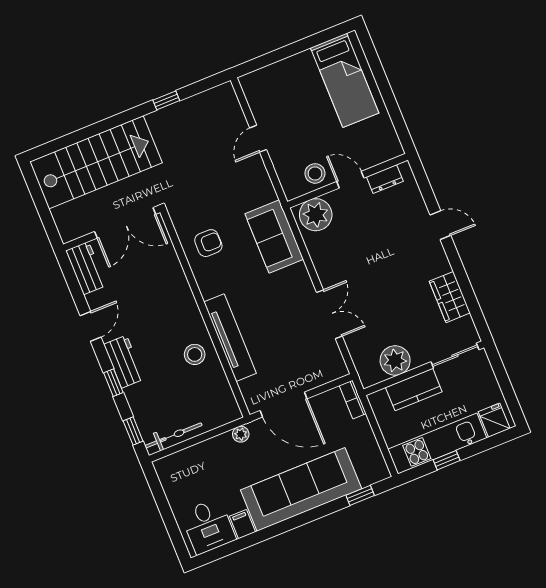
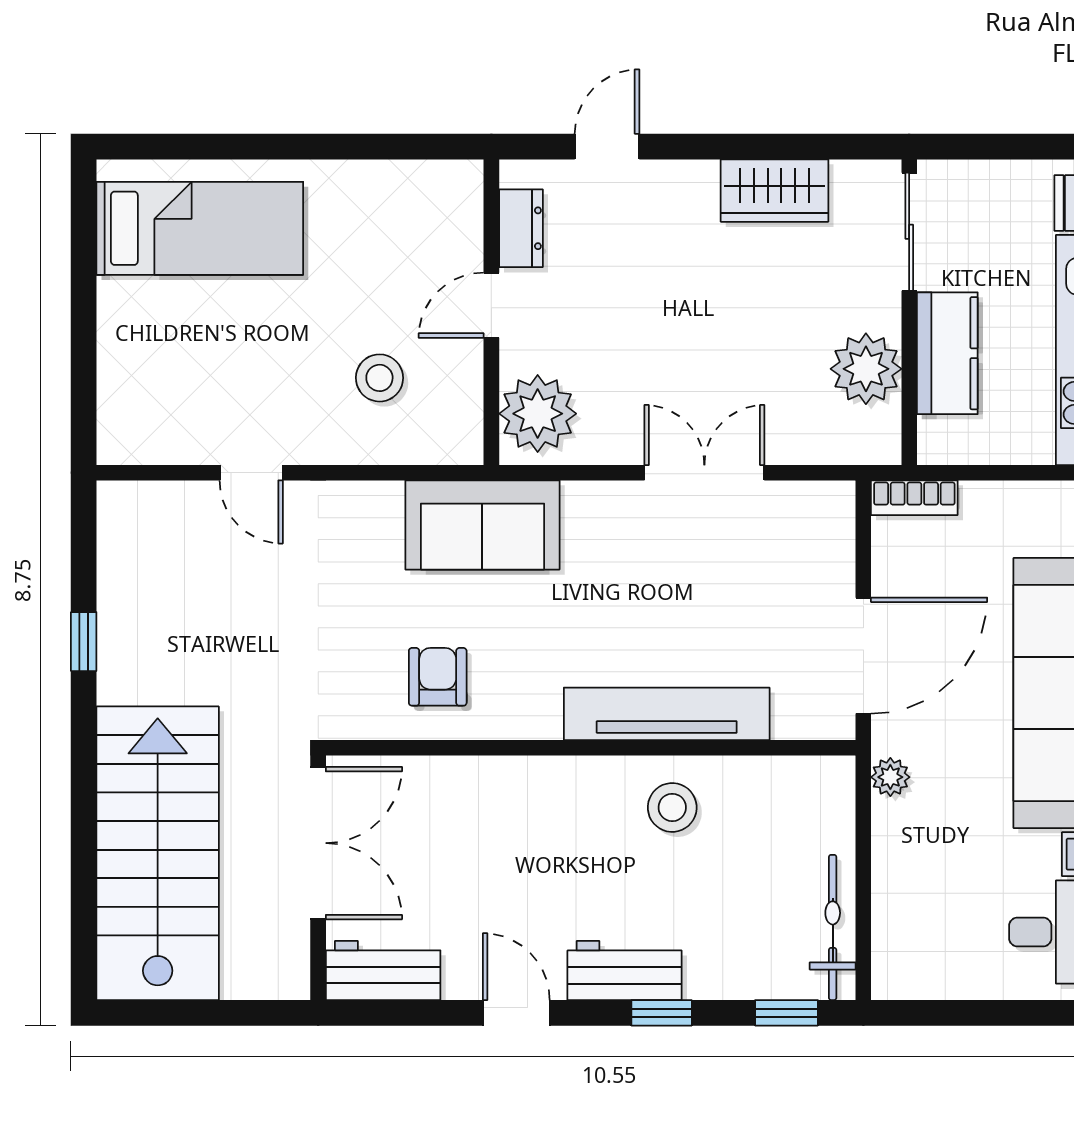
dresser: (385, 179) -> (521, 228), moved
door: (350, 180) -> (491, 305), moved
wall: (348, 181) -> (491, 312), moved
plant: (316, 215) -> (538, 414), moved

